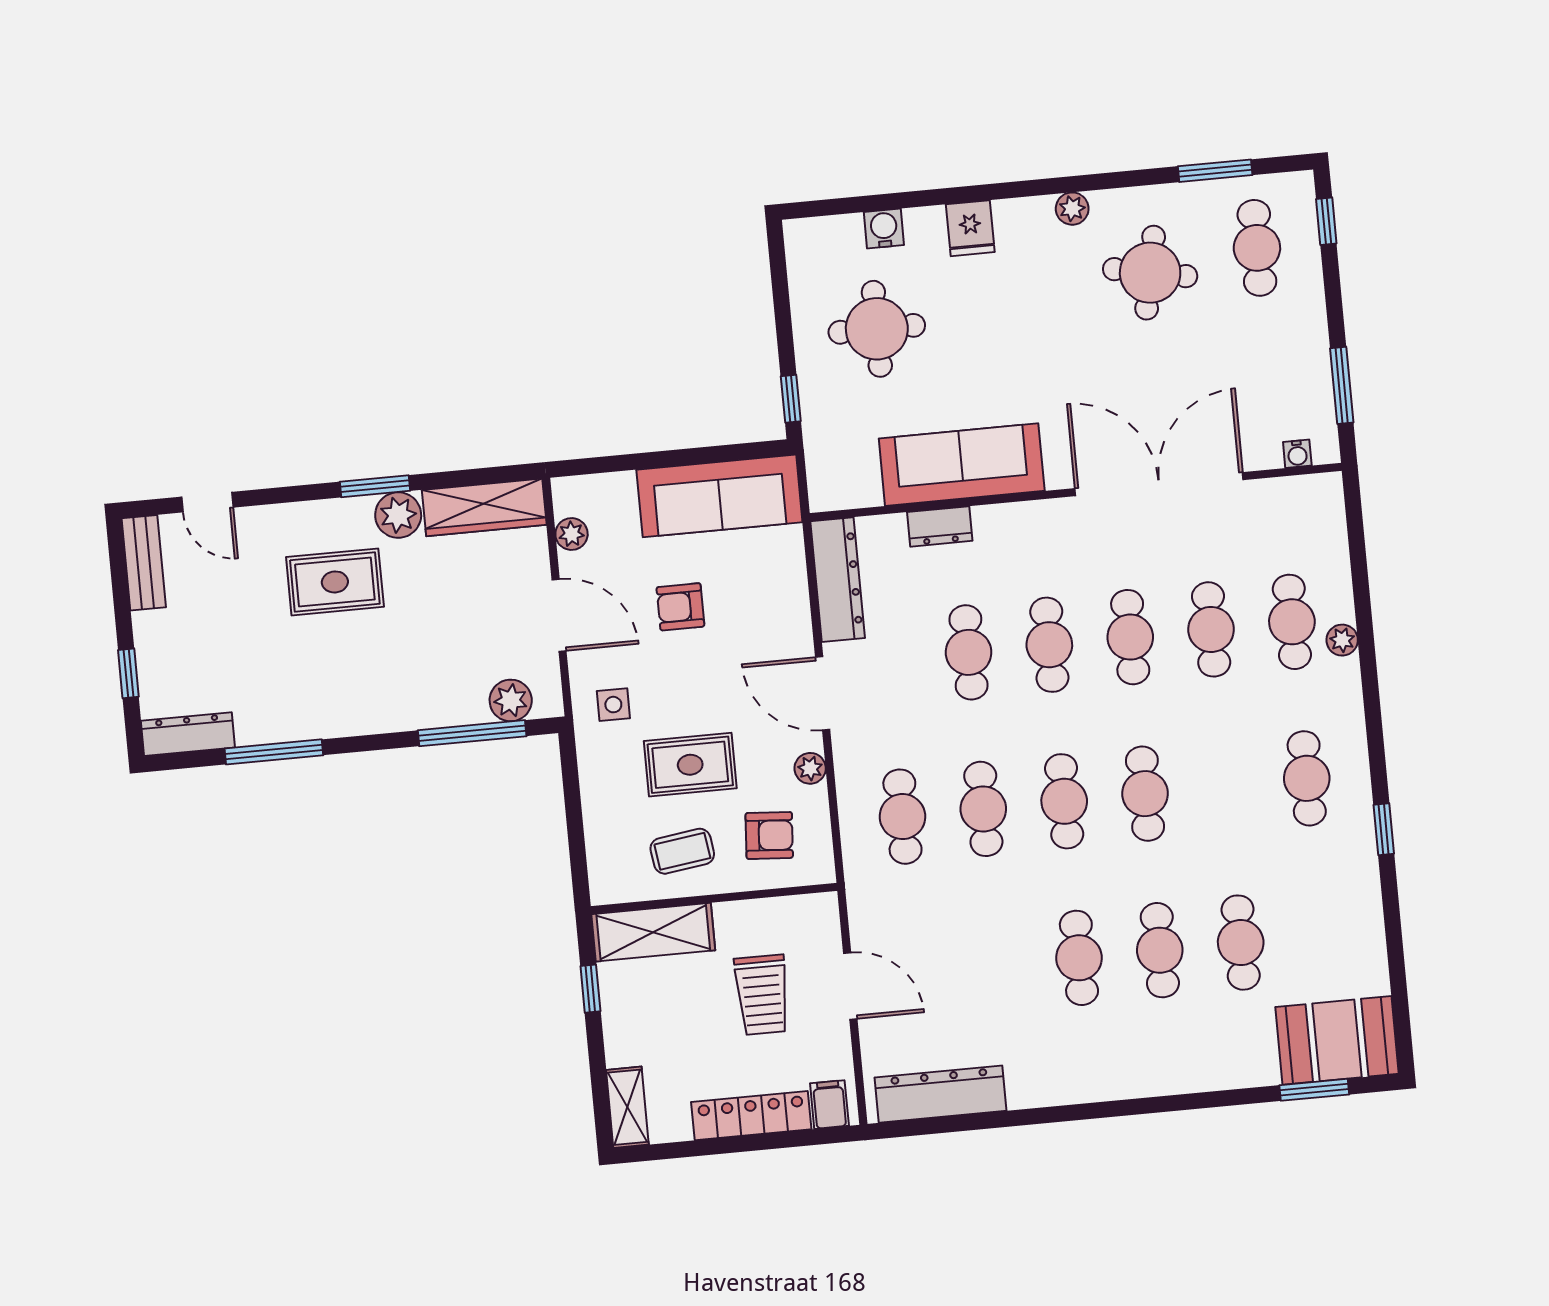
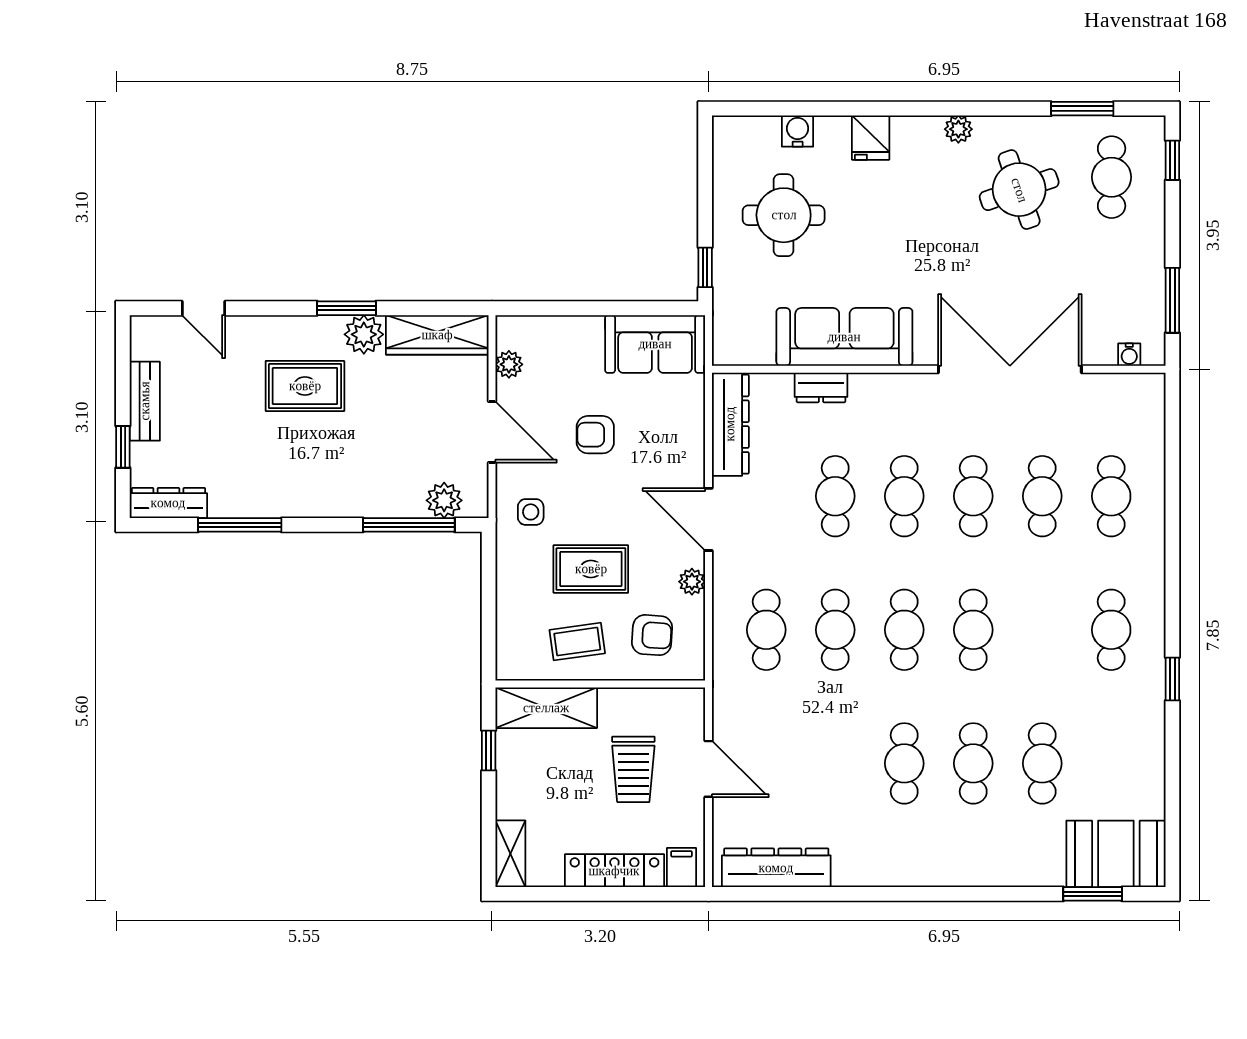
round table: (1150, 273) -> (1019, 190), turned -30
sofa: (719, 496) -> (655, 344), width x0.73
bench: (144, 563) -> (145, 401), moved
plant: (1342, 640) -> (1152, 516), removed

